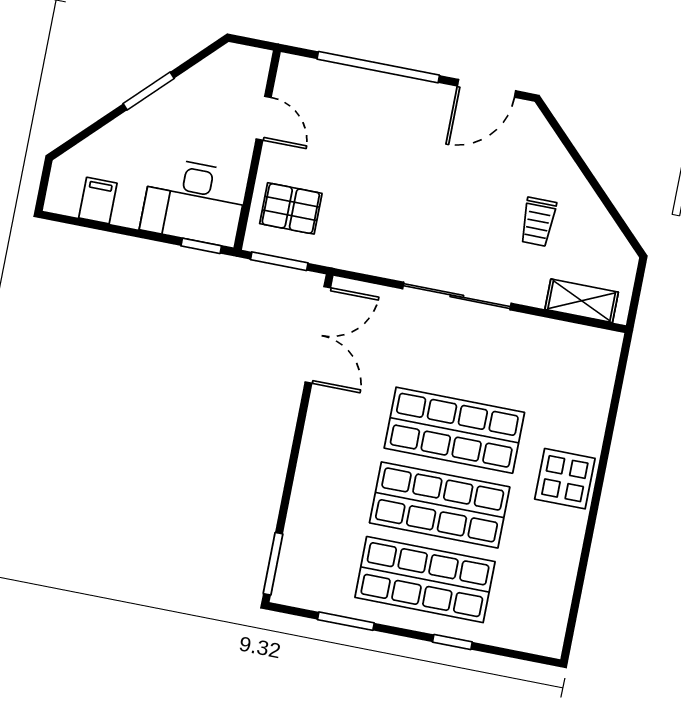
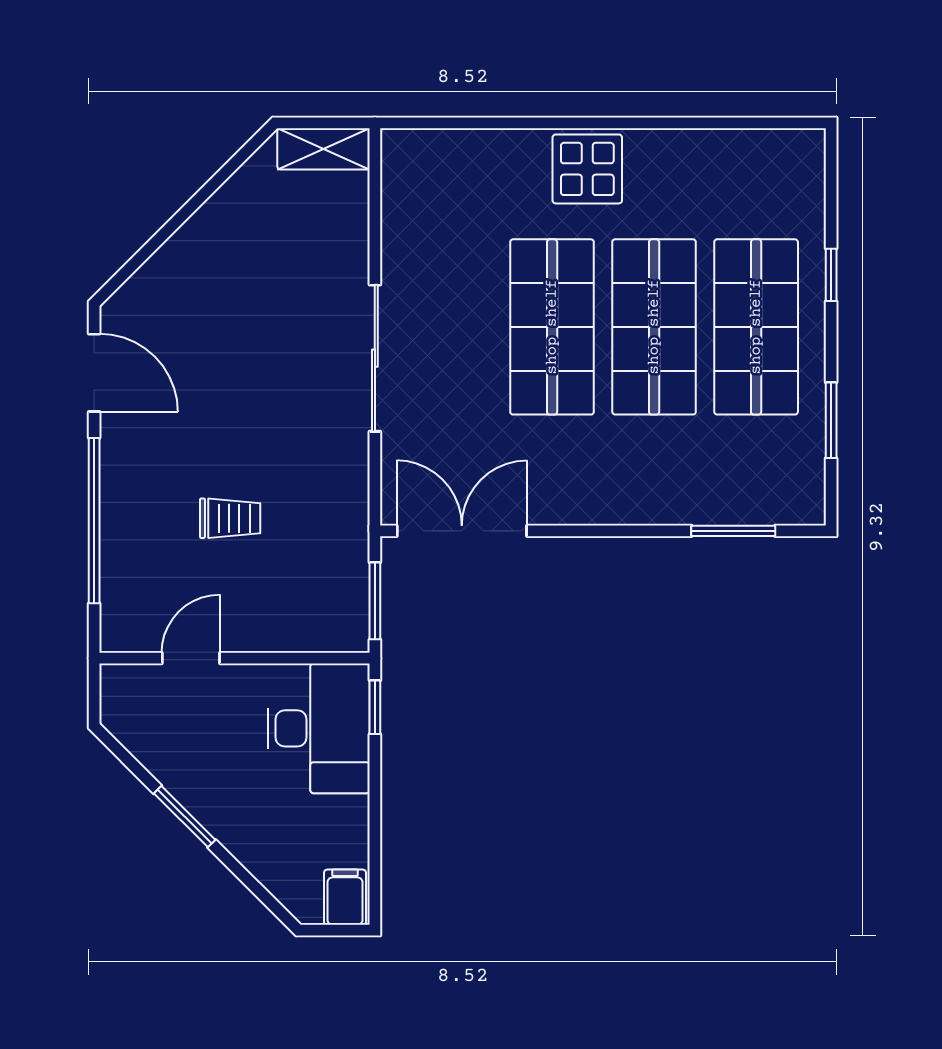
filing cabinet: (98, 201) -> (345, 897), moved, turned 90
pallet: (291, 208) -> (303, 599), removed
trolley: (538, 222) -> (230, 518), moved
shelving: (582, 301) -> (324, 149), moved, turned 90
window: (273, 564) -> (733, 531), moved

